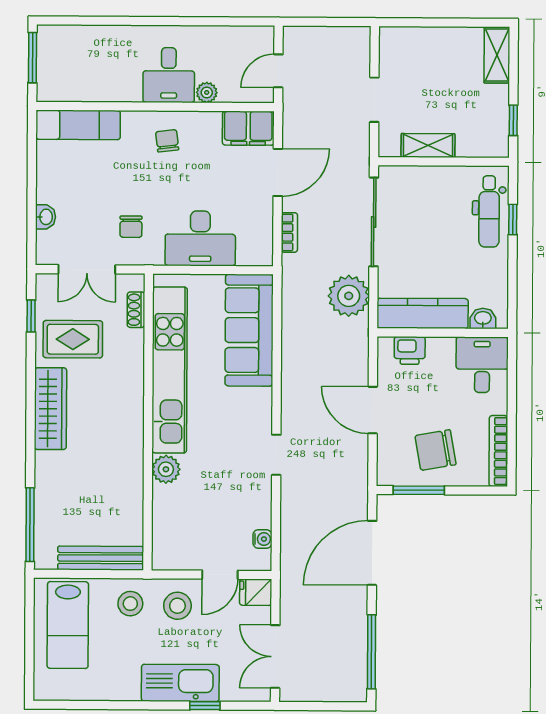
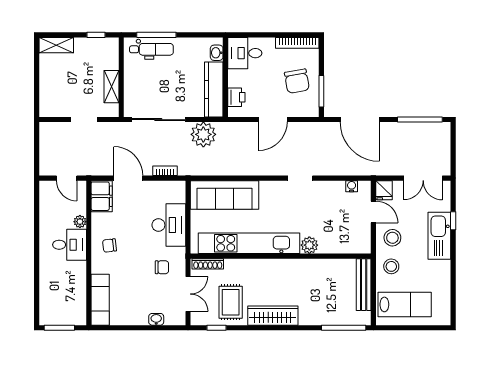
window: (513, 219) -> (156, 35), width x2.17
shoe rack: (136, 310) -> (208, 264), width x1.43

